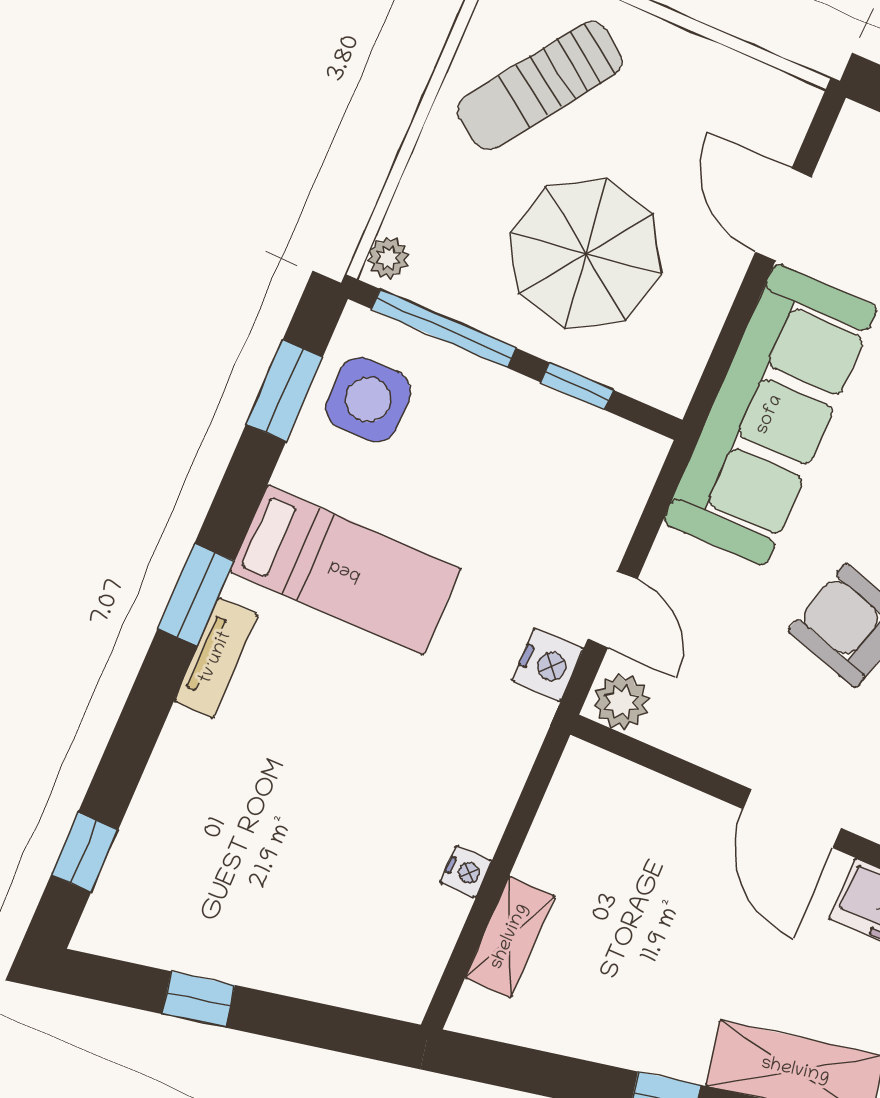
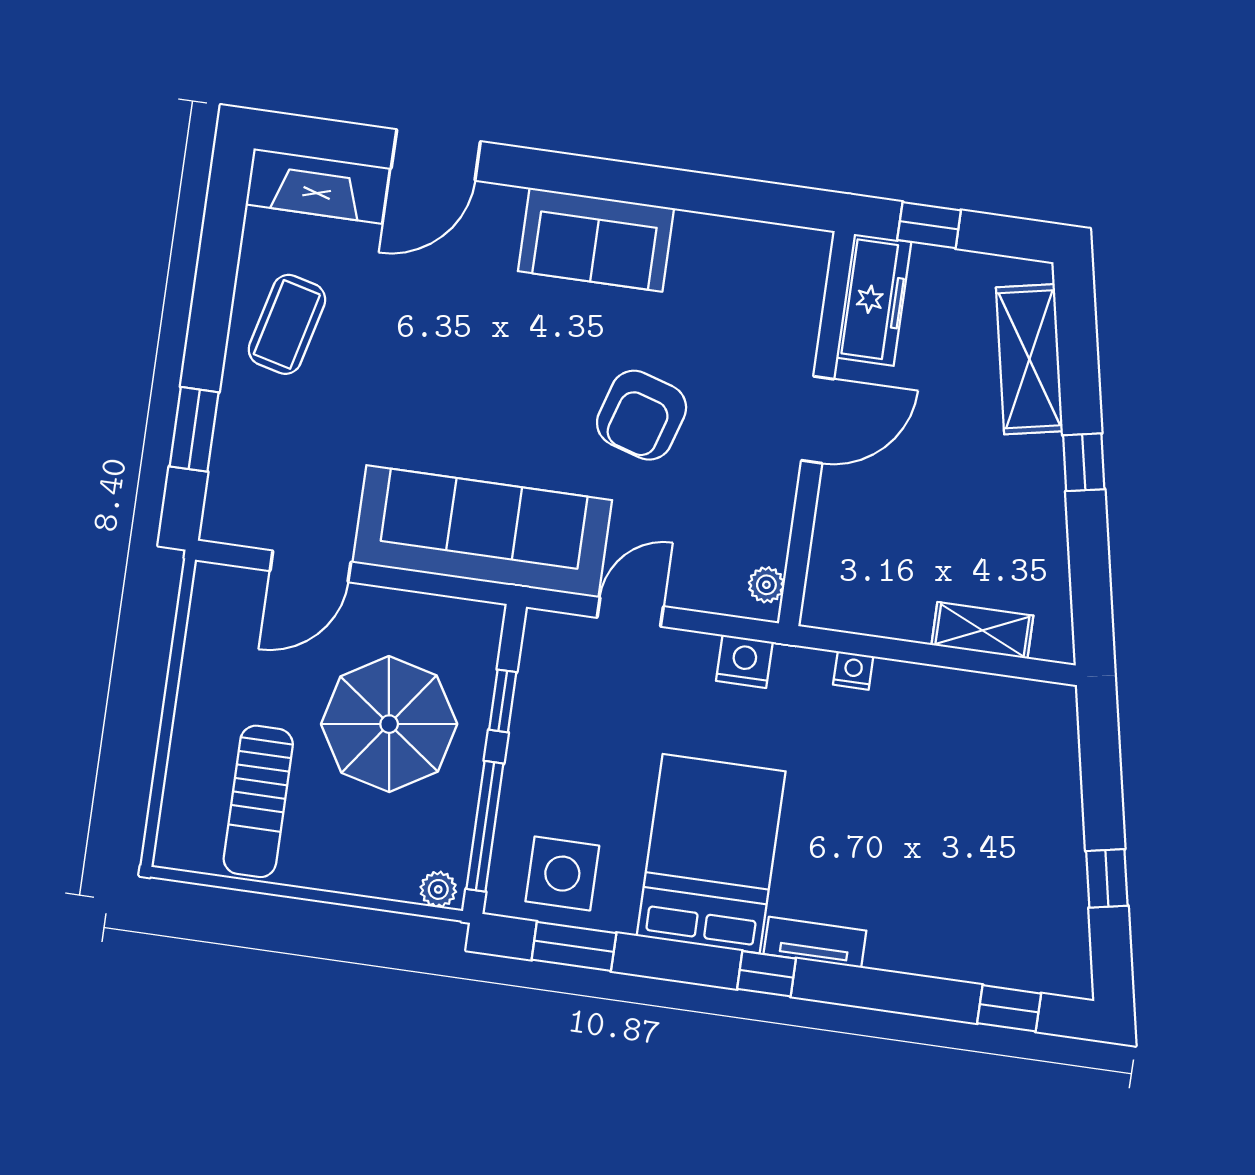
sun lounger: (540, 86) -> (258, 801), turned 55
bed: (345, 570) -> (711, 854), width x1.50
window: (196, 595) -> (766, 974), width x0.67
door: (613, 609) -> (630, 612), moved
plant: (621, 702) -> (766, 585), width x0.73, depth x0.73
nightstand: (466, 872) -> (853, 670), moved

